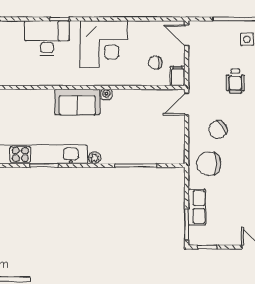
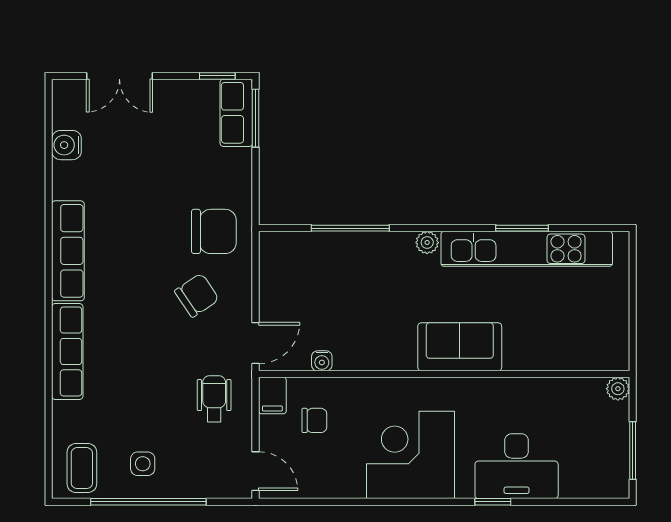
wheelchair: (235, 81) -> (214, 399), moved
water cooler: (106, 94) -> (322, 361), moved
row of seats: (197, 207) -> (236, 113), moved

